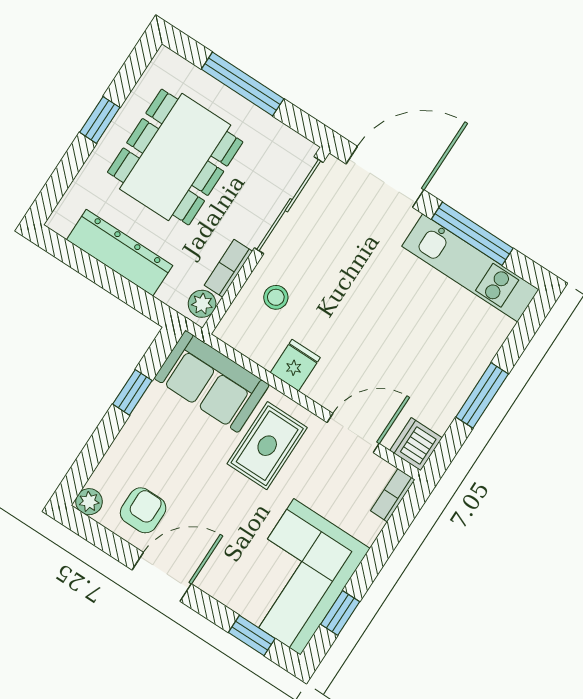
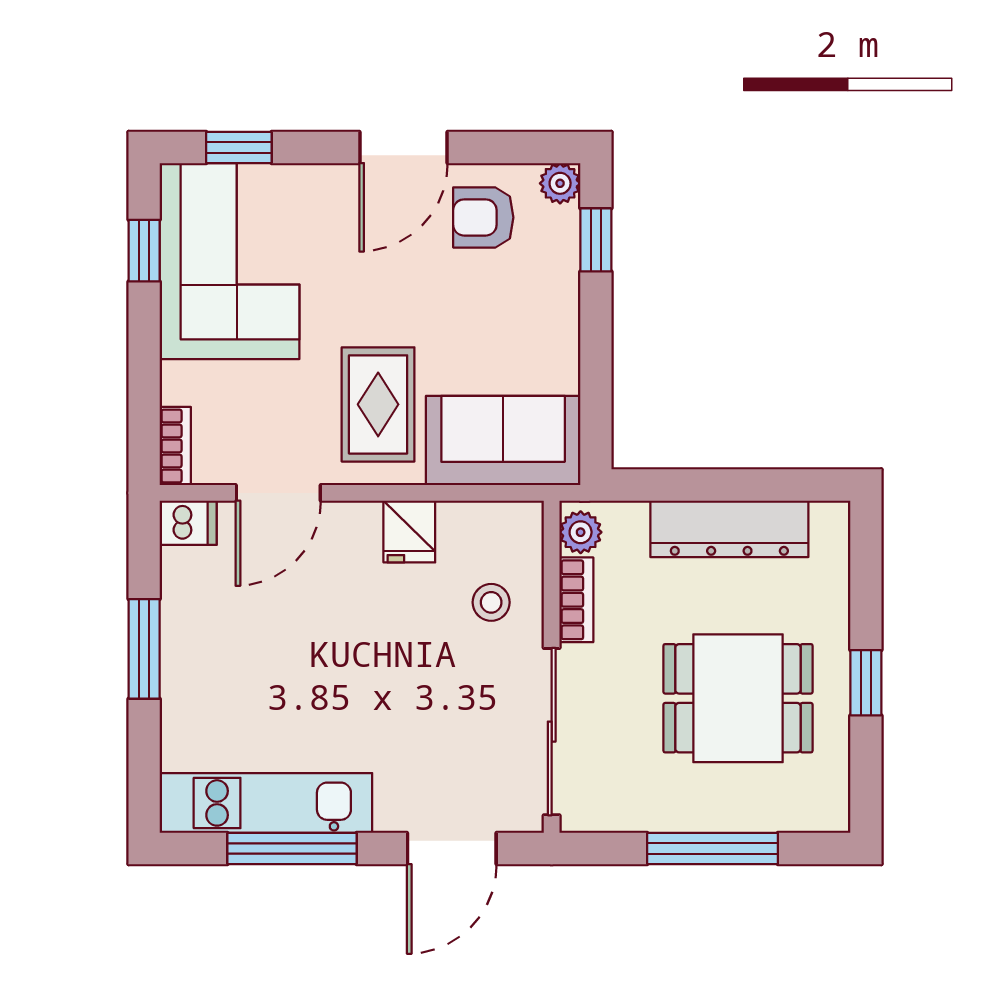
dining table: (175, 157) -> (738, 698), width x0.73
door: (385, 177) -> (452, 849), width x0.73
window: (132, 392) -> (596, 240), moved
dishwasher: (416, 444) -> (188, 523), width x0.73
armchair: (143, 510) -> (483, 217), turned 90

